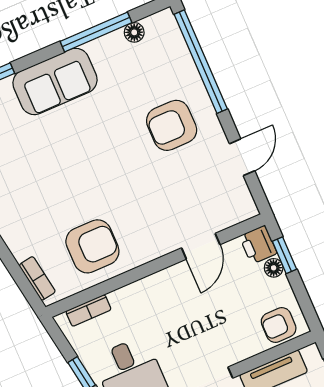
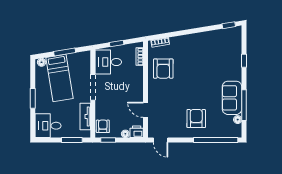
sofa: (55, 81) -> (232, 98), moved
door: (242, 157) -> (161, 140), moved
window: (284, 255) -> (108, 140), moved

